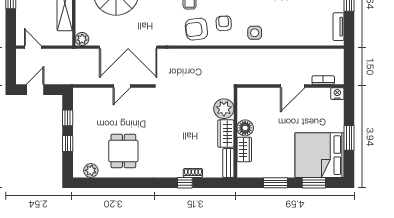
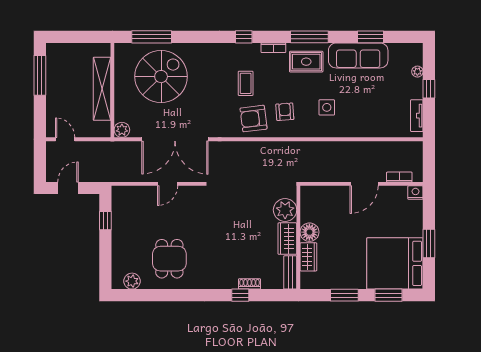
side table: (255, 33) -> (327, 107), moved
window: (68, 144) -> (105, 250), removed

